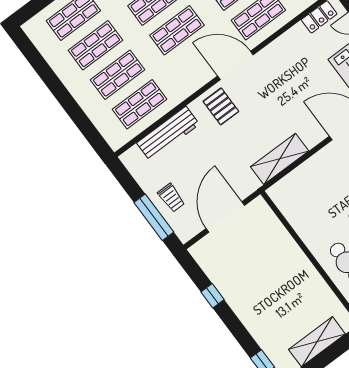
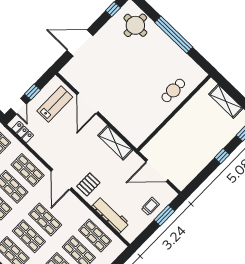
window: (154, 217) -> (164, 215), width x0.69
window: (212, 296) -> (222, 156), moved

